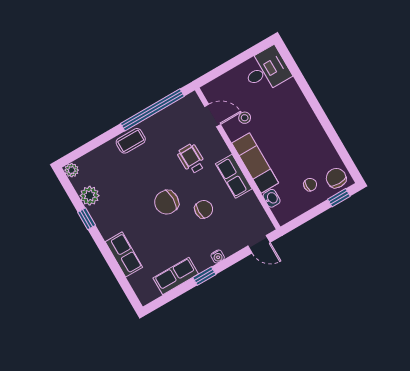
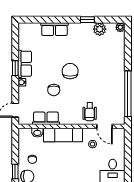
door: (213, 115) -> (105, 126), hinge flipped
coffee table: (131, 141) -> (117, 71), removed
wheelchair: (191, 159) -> (90, 112), moved, turned 91
row of seats: (234, 176) -> (46, 118), moved
row of seats: (176, 276) -> (25, 64), moved

